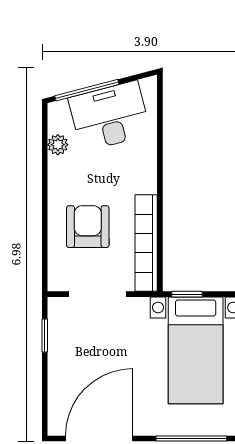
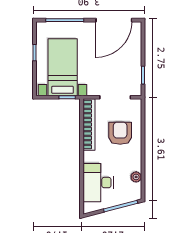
desk: (110, 116) -> (98, 183), moved, turned 105
armchair: (88, 227) -> (120, 133), turned 180

